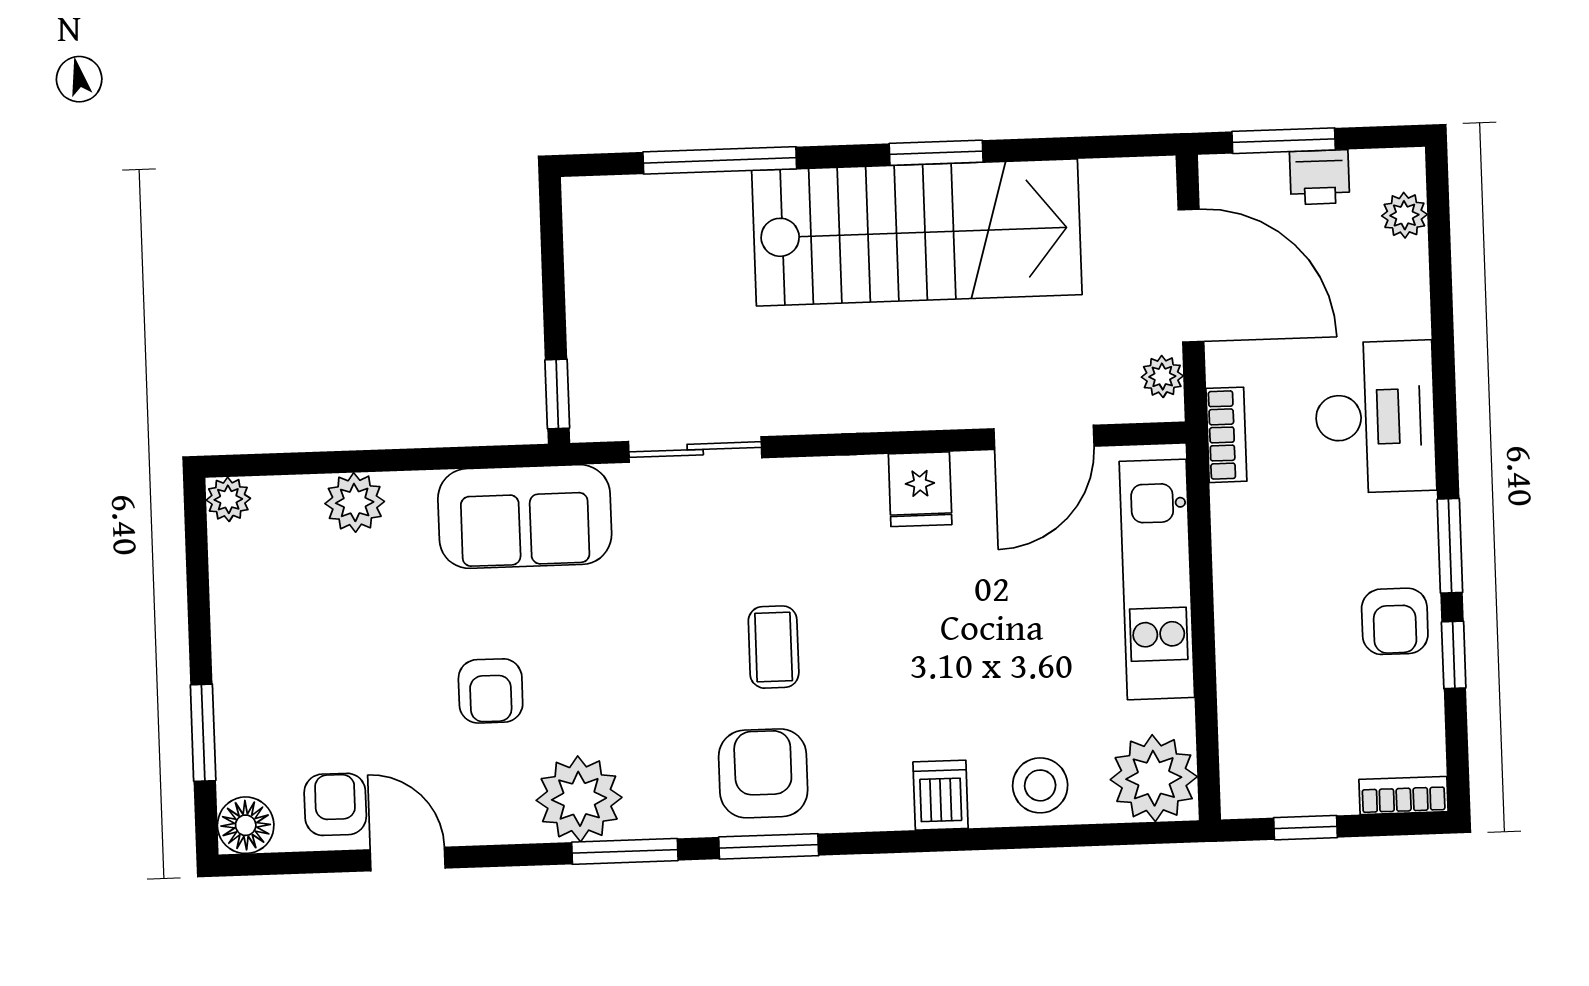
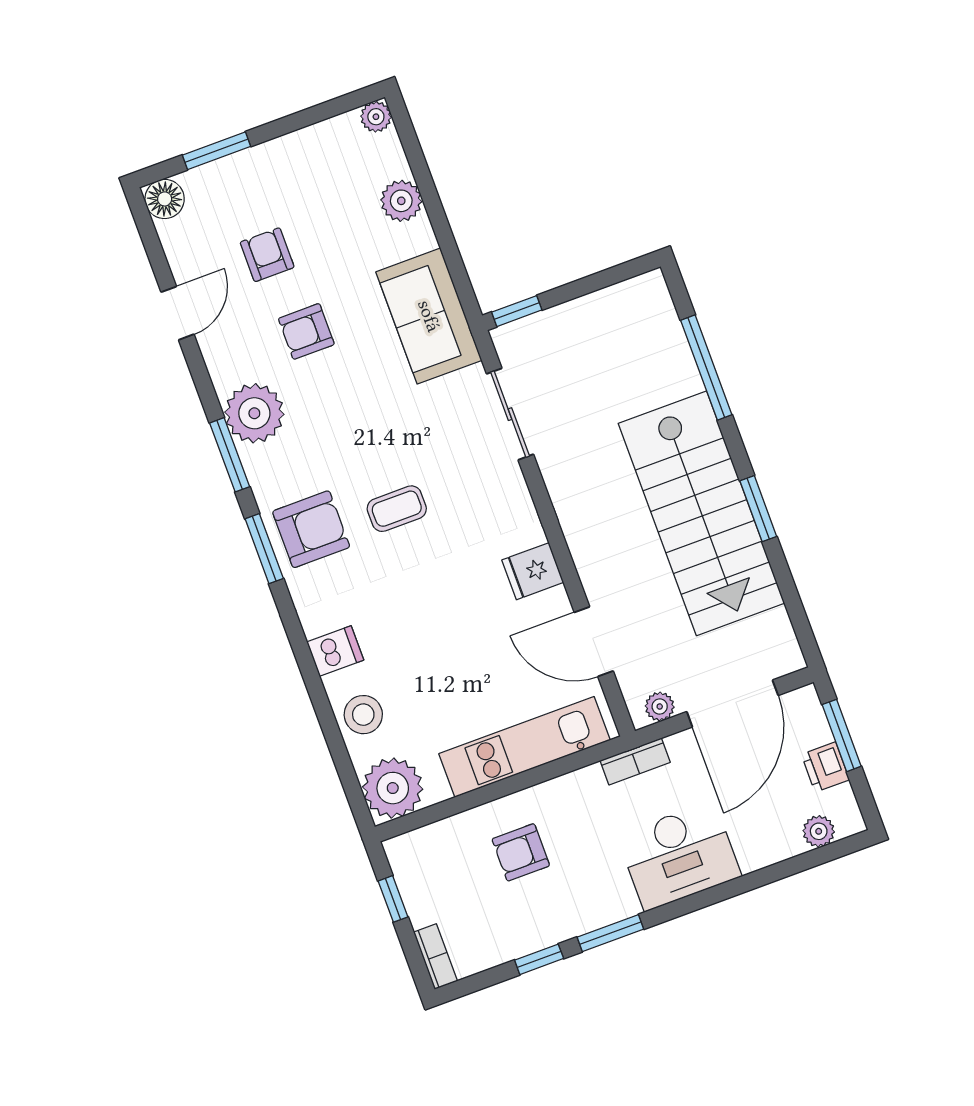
armchair: (1395, 621) -> (521, 852), moved
armchair: (335, 804) -> (267, 255), moved, turned -90

